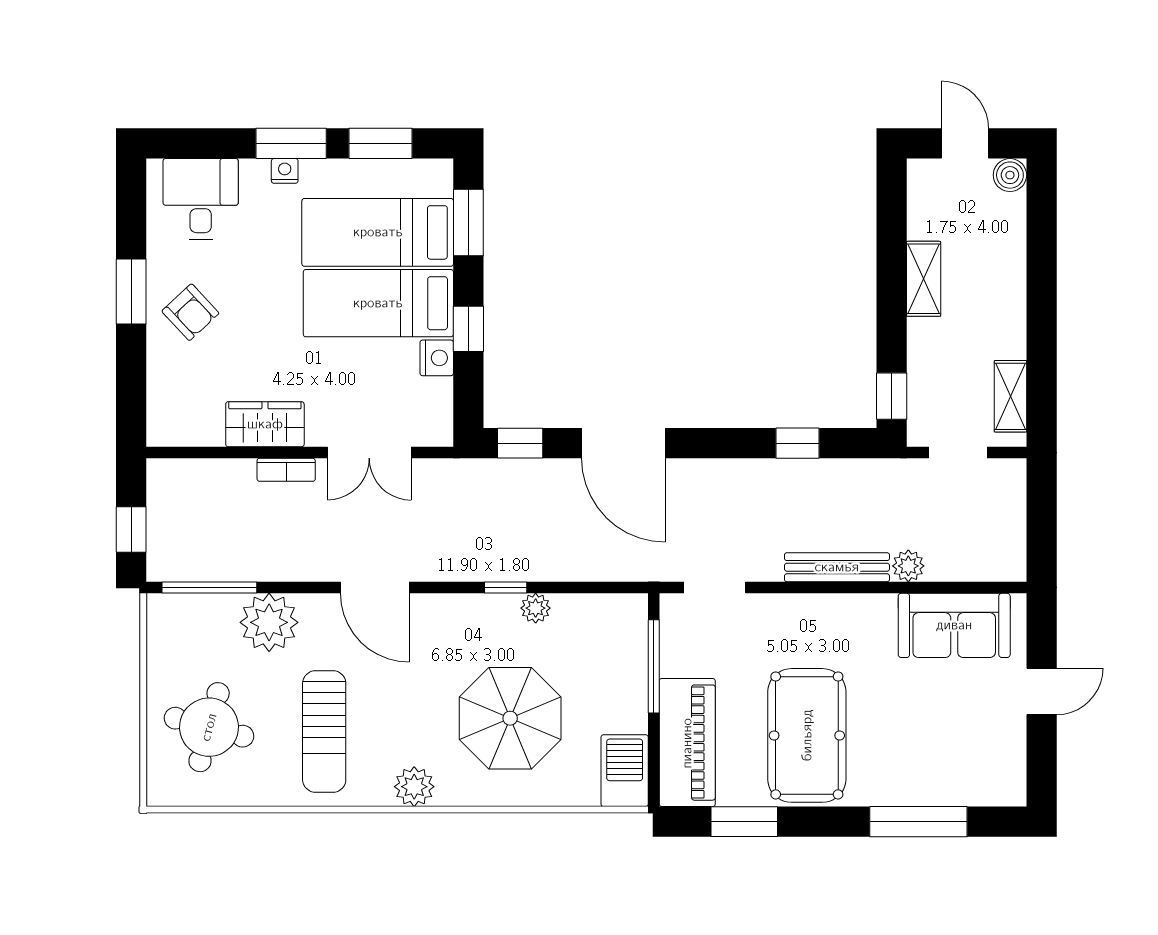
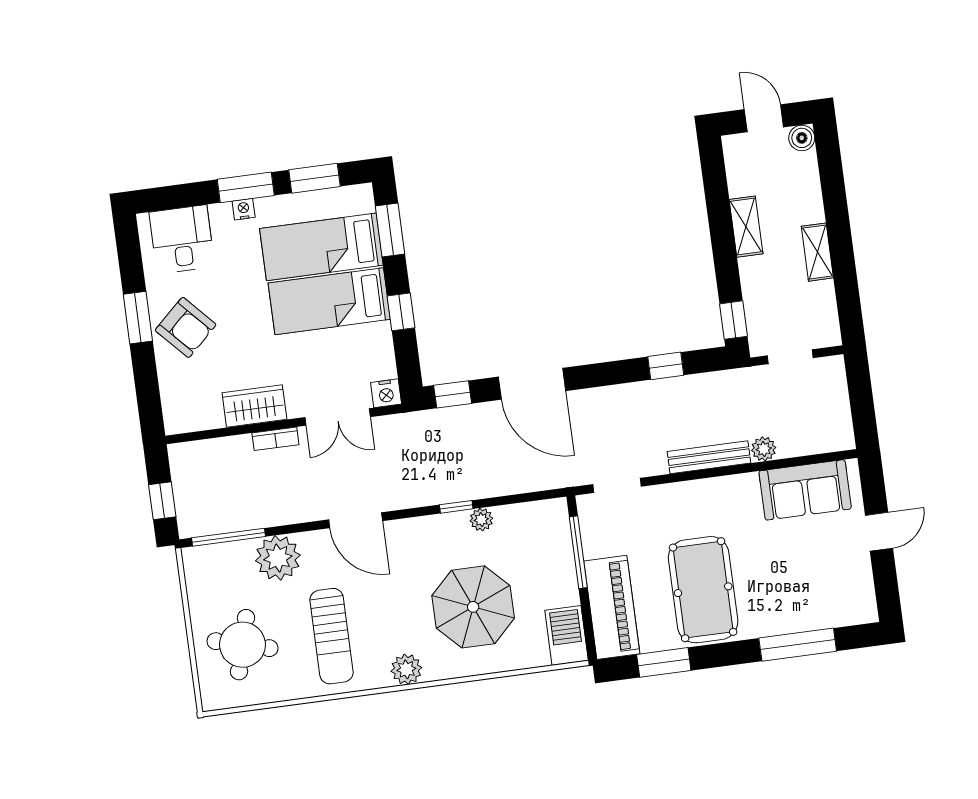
armchair: (190, 312) -> (186, 327), width x1.38, depth x1.38
nightstand: (437, 358) -> (386, 393), moved, turned 90
shelving: (1010, 396) -> (817, 252), moved

